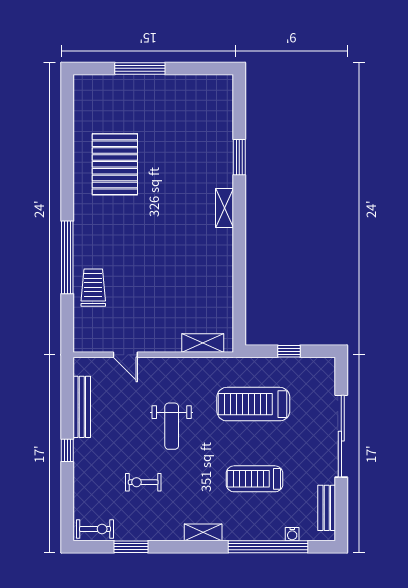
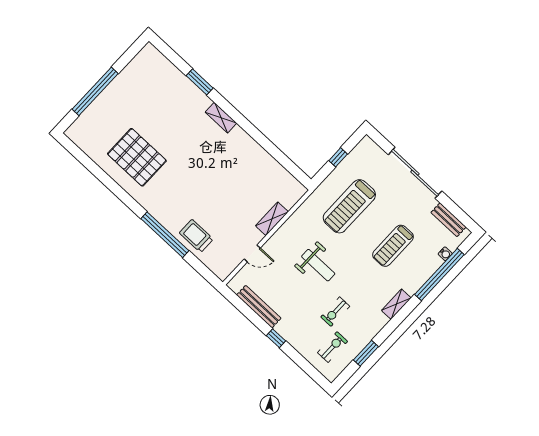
window: (140, 68) -> (95, 91), width x1.46
shelving: (203, 343) -> (272, 219), moved
exercise bike: (95, 529) -> (333, 347), moved

